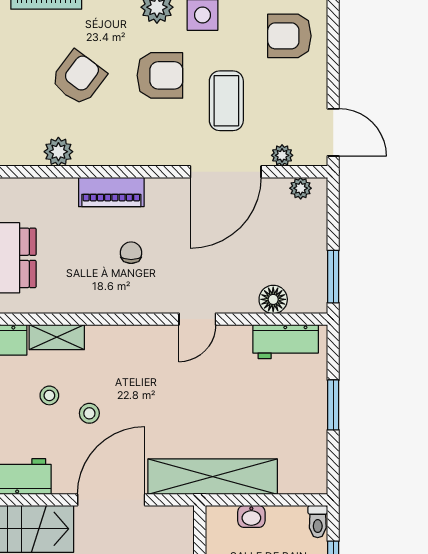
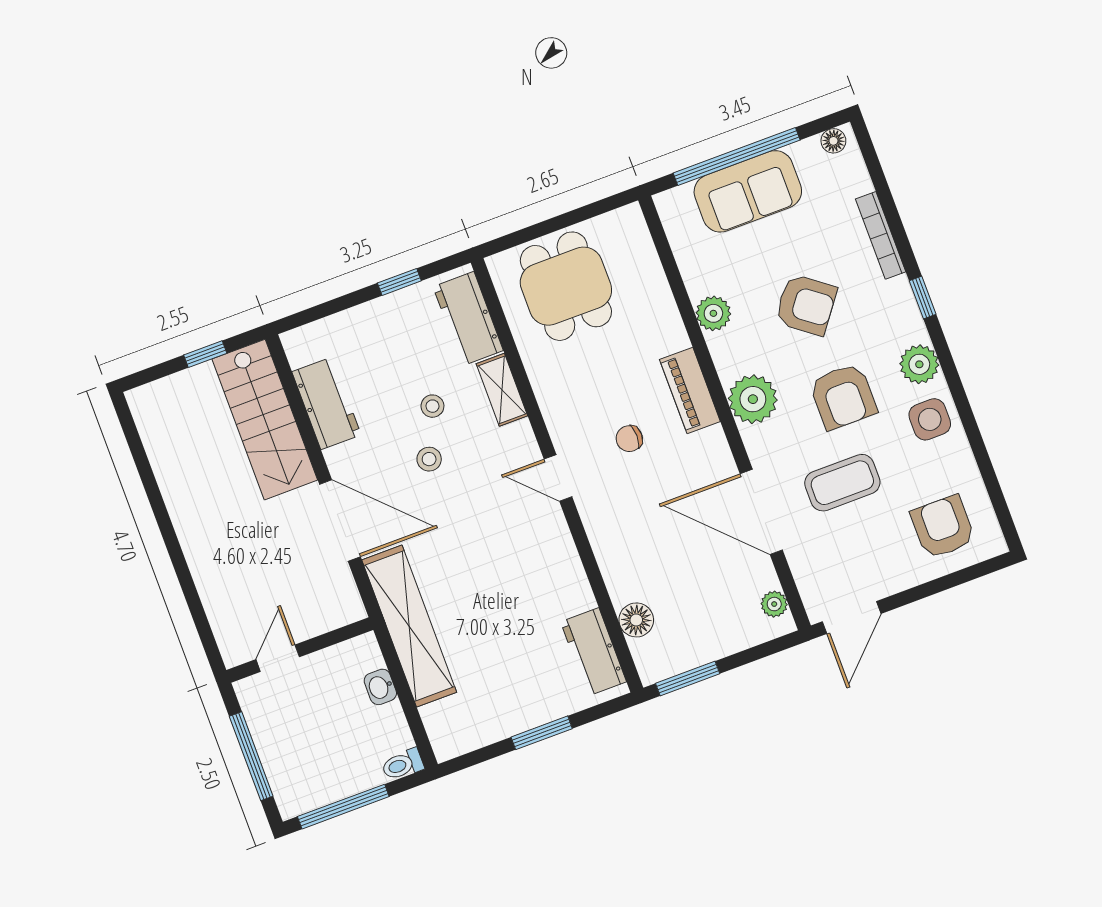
plant: (282, 155) -> (753, 399), moved, width x1.88, depth x1.88
chair: (131, 253) -> (629, 439), turned 180
door: (197, 319) -> (558, 478), moved

